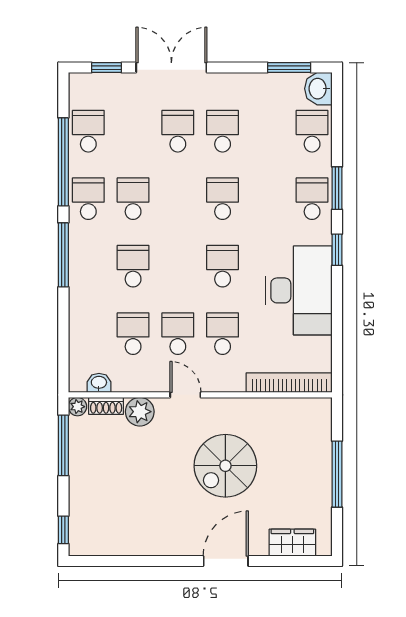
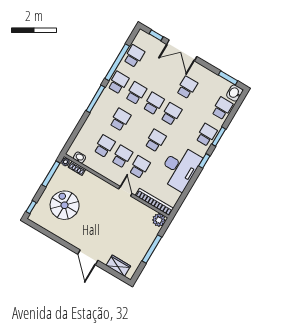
double door: (171, 68) -> (182, 50), swing flipped
school desk: (178, 131) -> (154, 103), moved
door: (185, 395) -> (125, 191), moved
plant: (140, 412) -> (159, 220), moved
spiral stairs: (225, 466) -> (65, 205), moved, turned 90
door: (226, 561) -> (88, 257), swing flipped

